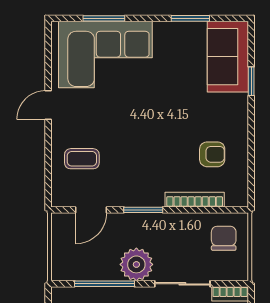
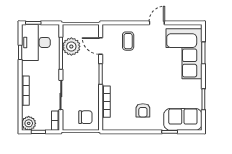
door: (48, 105) -> (157, 23), hinge flipped
armchair: (212, 154) -> (143, 110), moved
plant: (136, 264) -> (71, 46), moved

